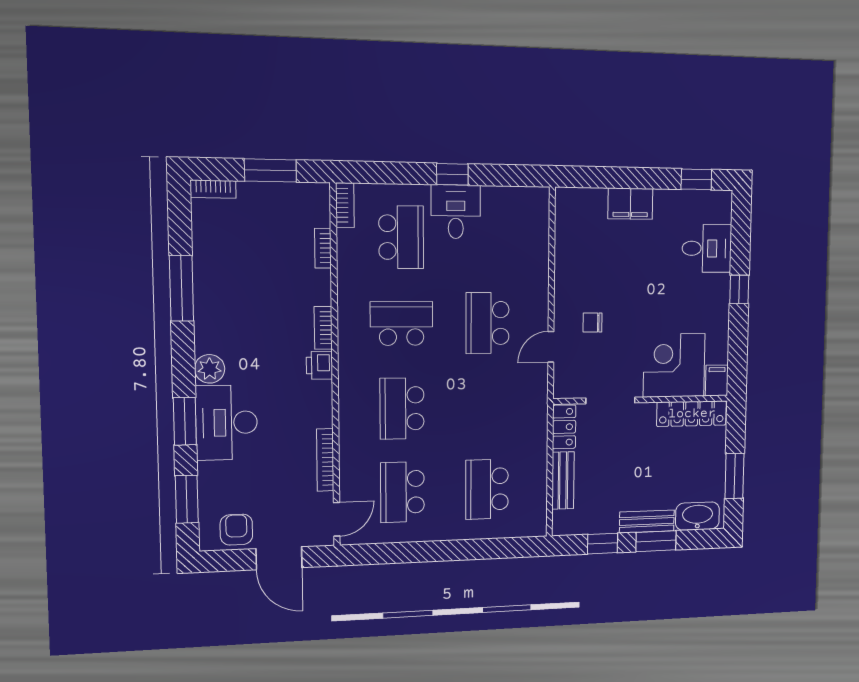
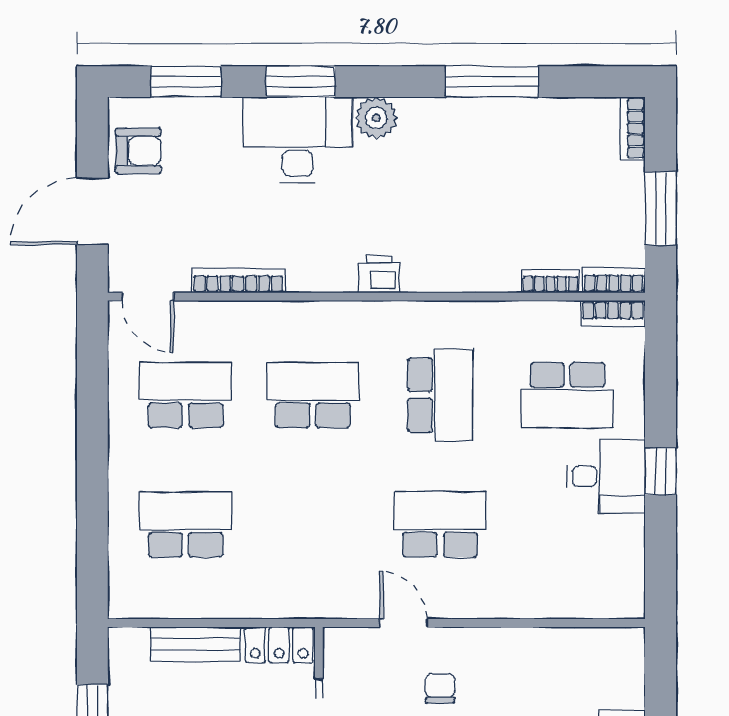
bookcase: (323, 328) -> (614, 280), moved

